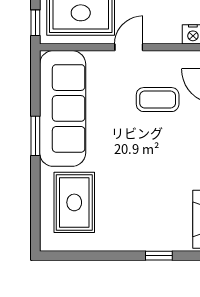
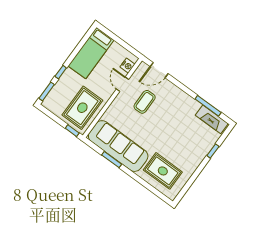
door: (129, 47) -> (122, 84), moved
window: (35, 136) -> (112, 160), moved

